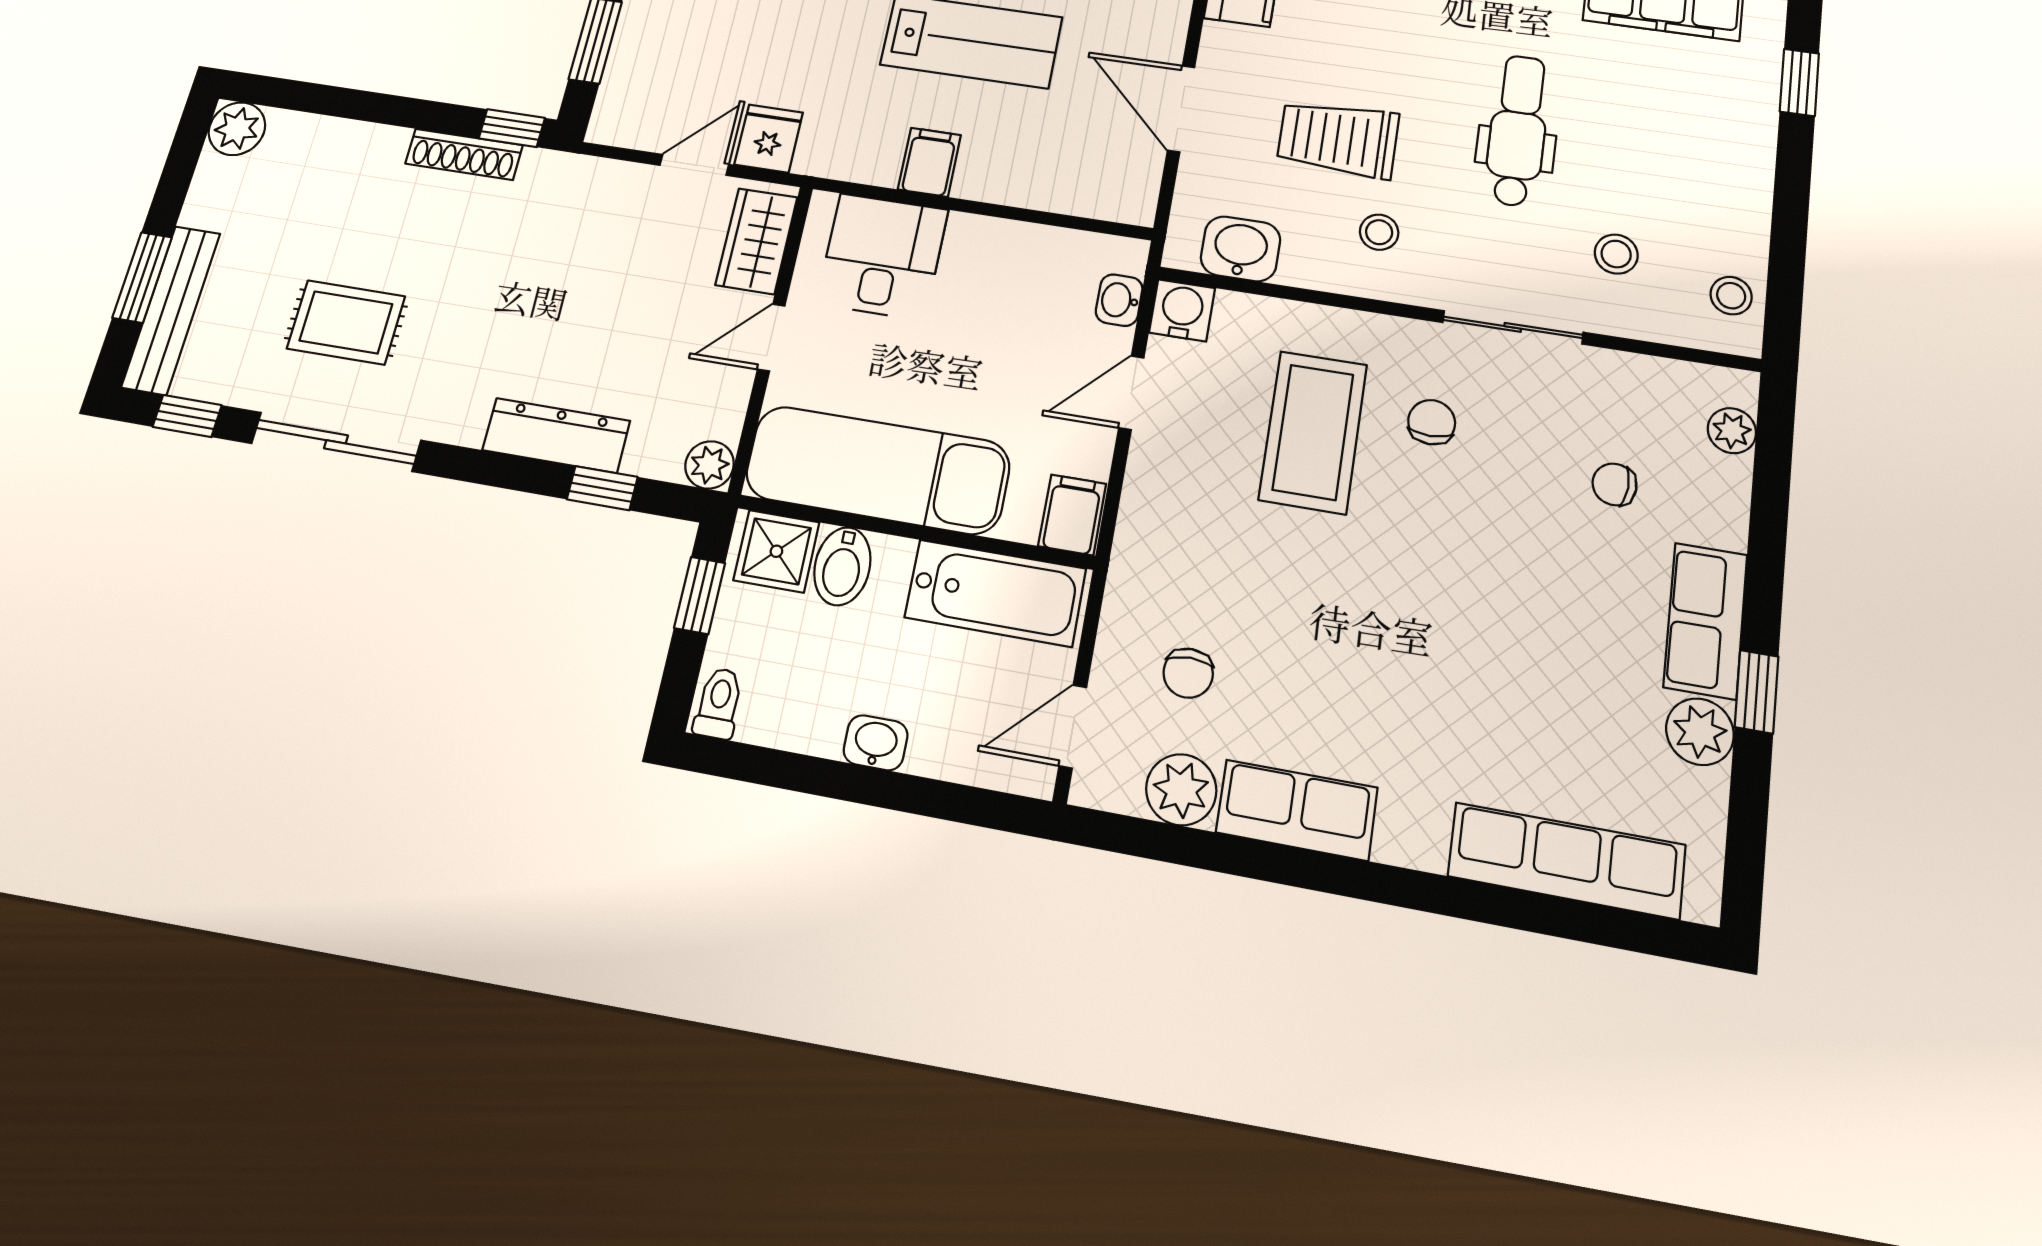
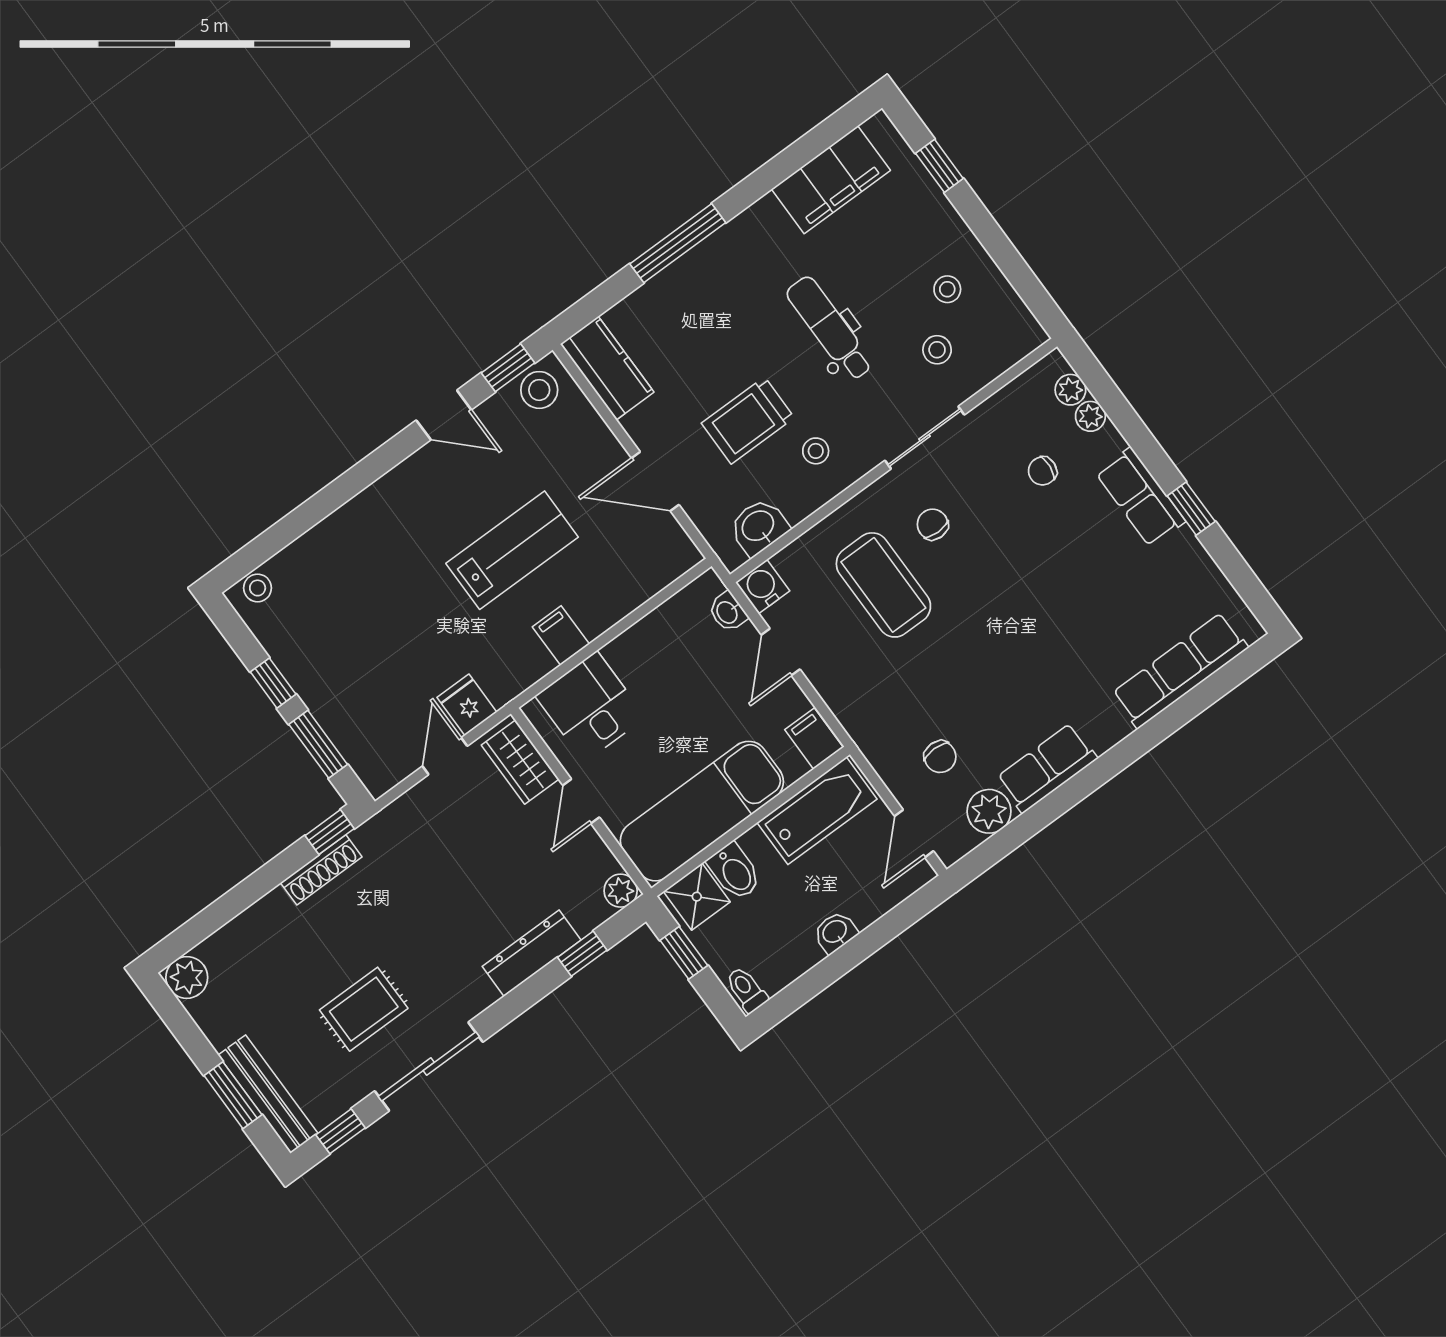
stool: (1731, 296) -> (947, 289), moved
plant: (1700, 732) -> (1090, 416), moved, width x0.73, depth x0.73

